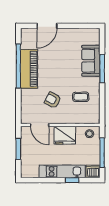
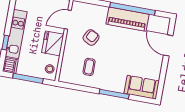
sofa: (91, 61) -> (142, 87), moved

